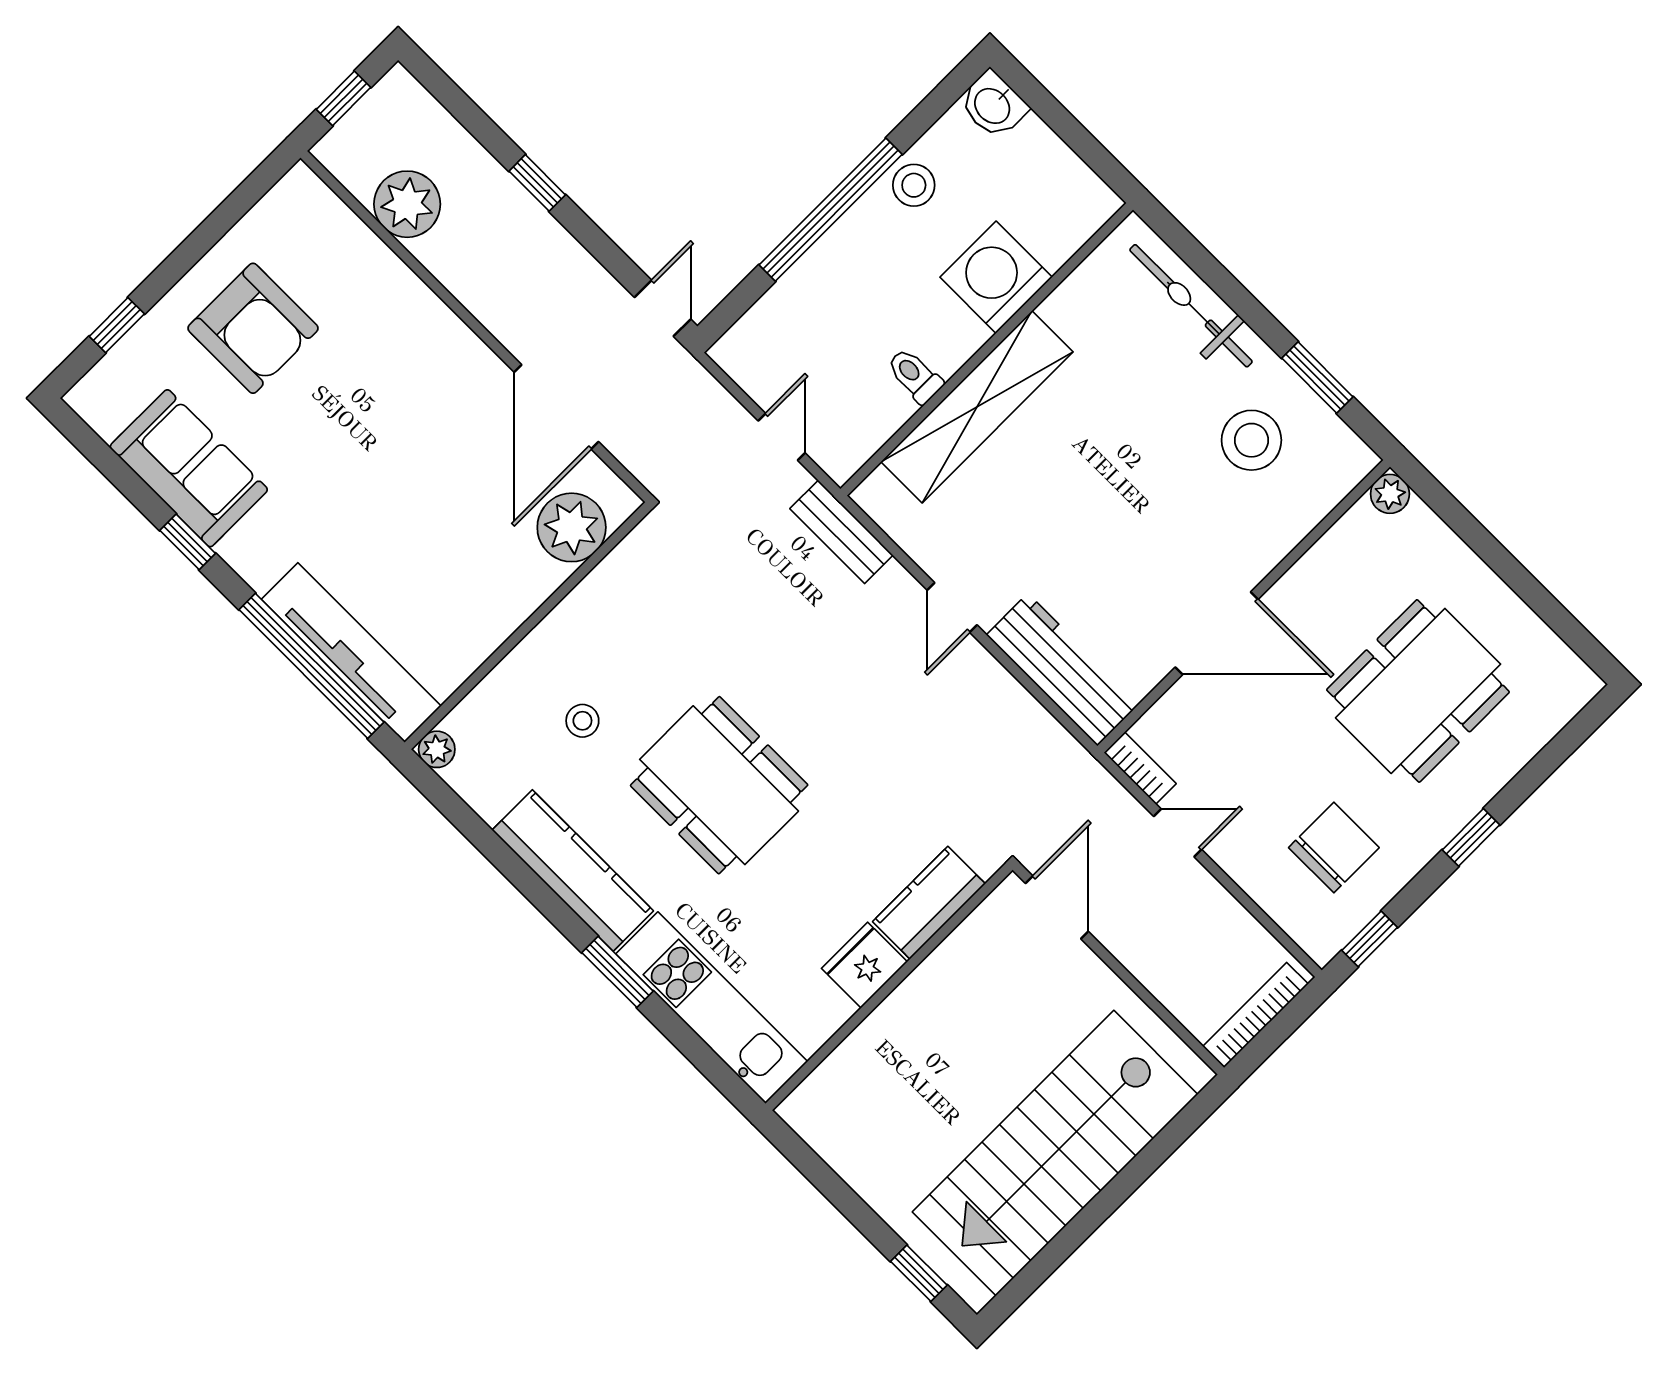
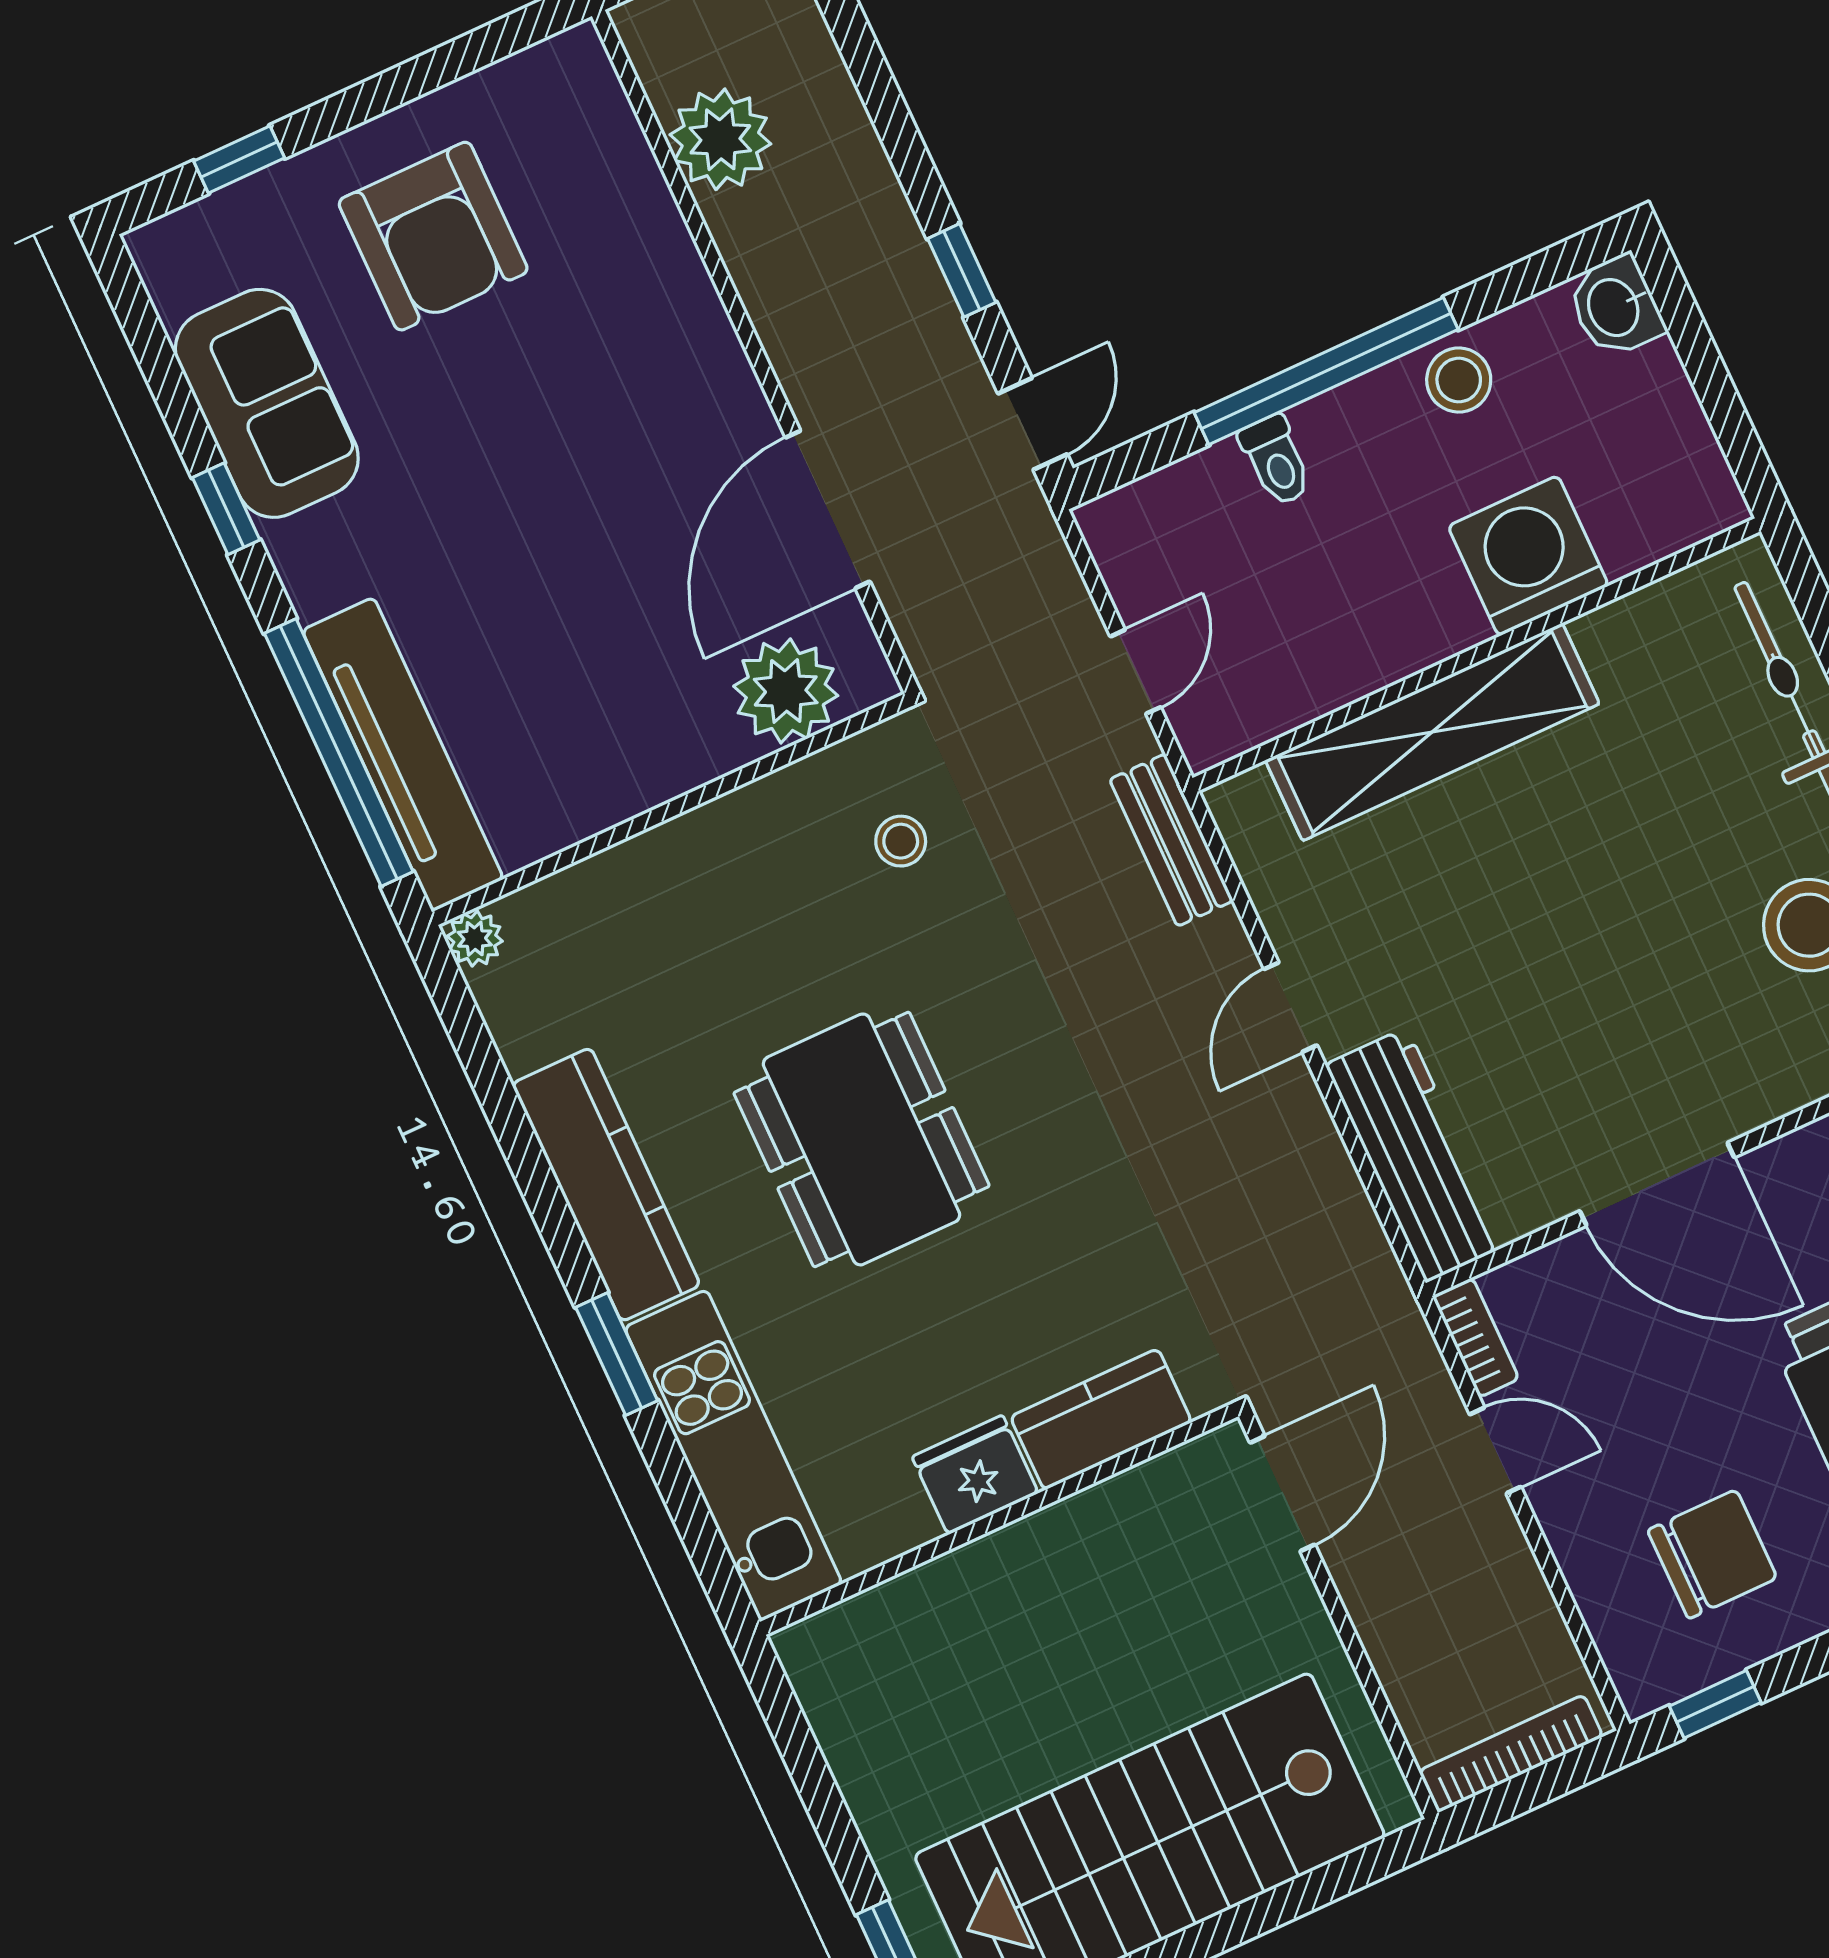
window: (537, 183) -> (962, 270), moved
toilet: (915, 376) -> (1276, 460), moved, turned 180
stool: (582, 721) -> (901, 841), moved

